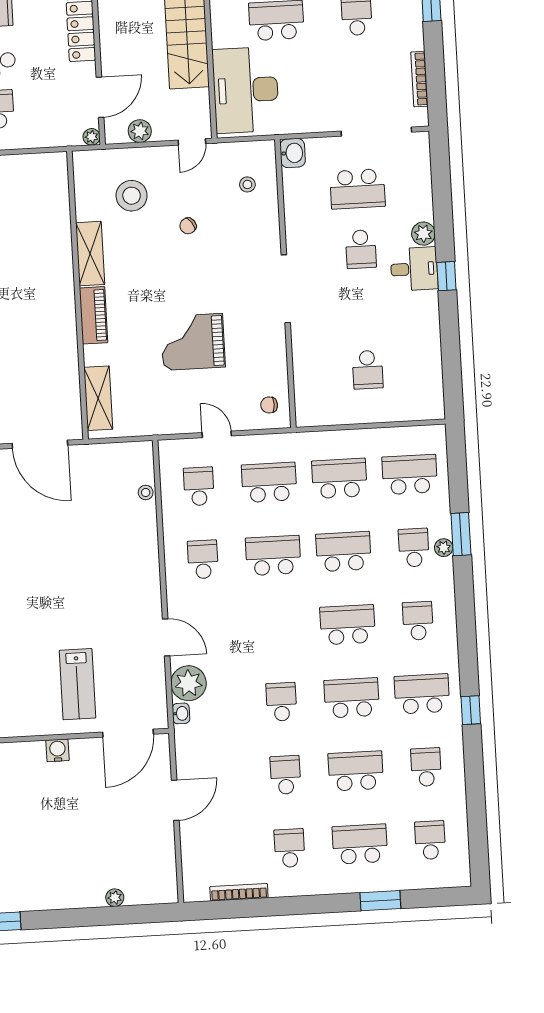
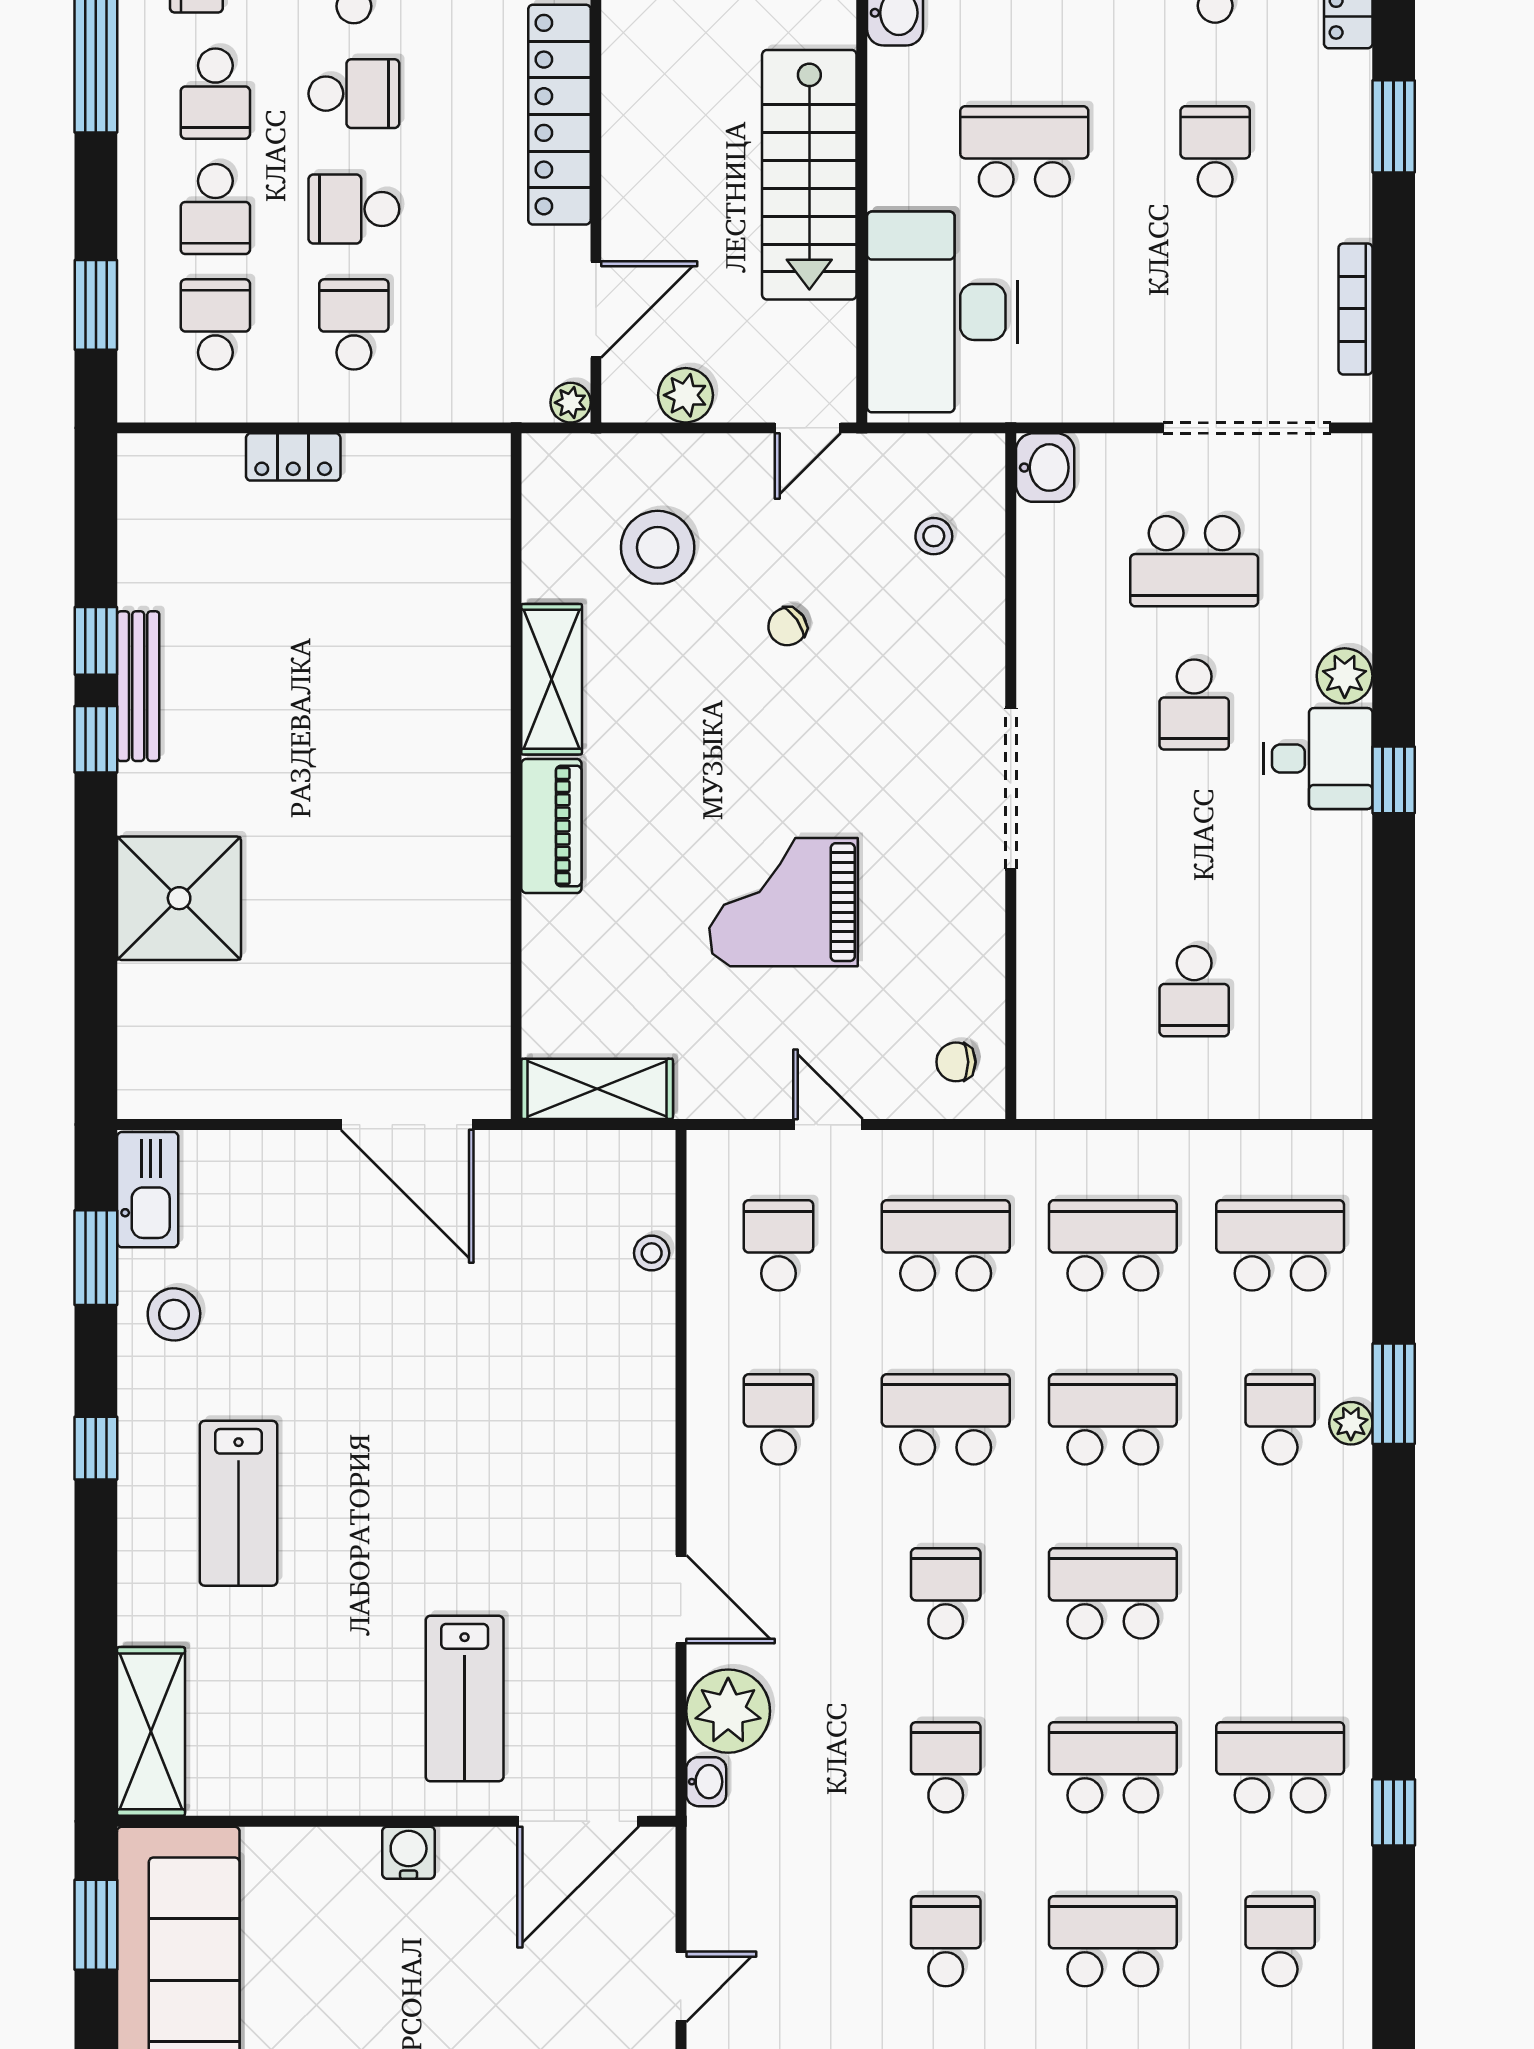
shelving: (98, 398) -> (597, 1089), moved, turned 90
school desk: (418, 621) -> (946, 1593), moved
door: (175, 800) -> (681, 1987), width x0.73

